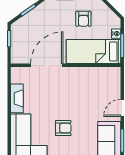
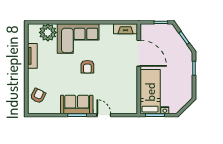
armchair: (83, 19) -> (177, 83), removed
fireplace: (17, 98) -> (126, 29), moved

